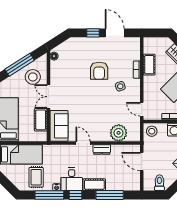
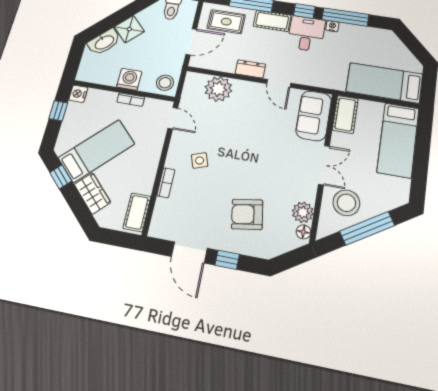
cot: (149, 65) -> (137, 212), moved
plant: (56, 67) -> (303, 212), added
armchair: (99, 71) -> (247, 214), moved, turned -99
cot: (41, 120) -> (345, 114), moved
door: (142, 161) -> (191, 42), hinge flipped
rug: (36, 177) -> (226, 22), moved, turned 90

